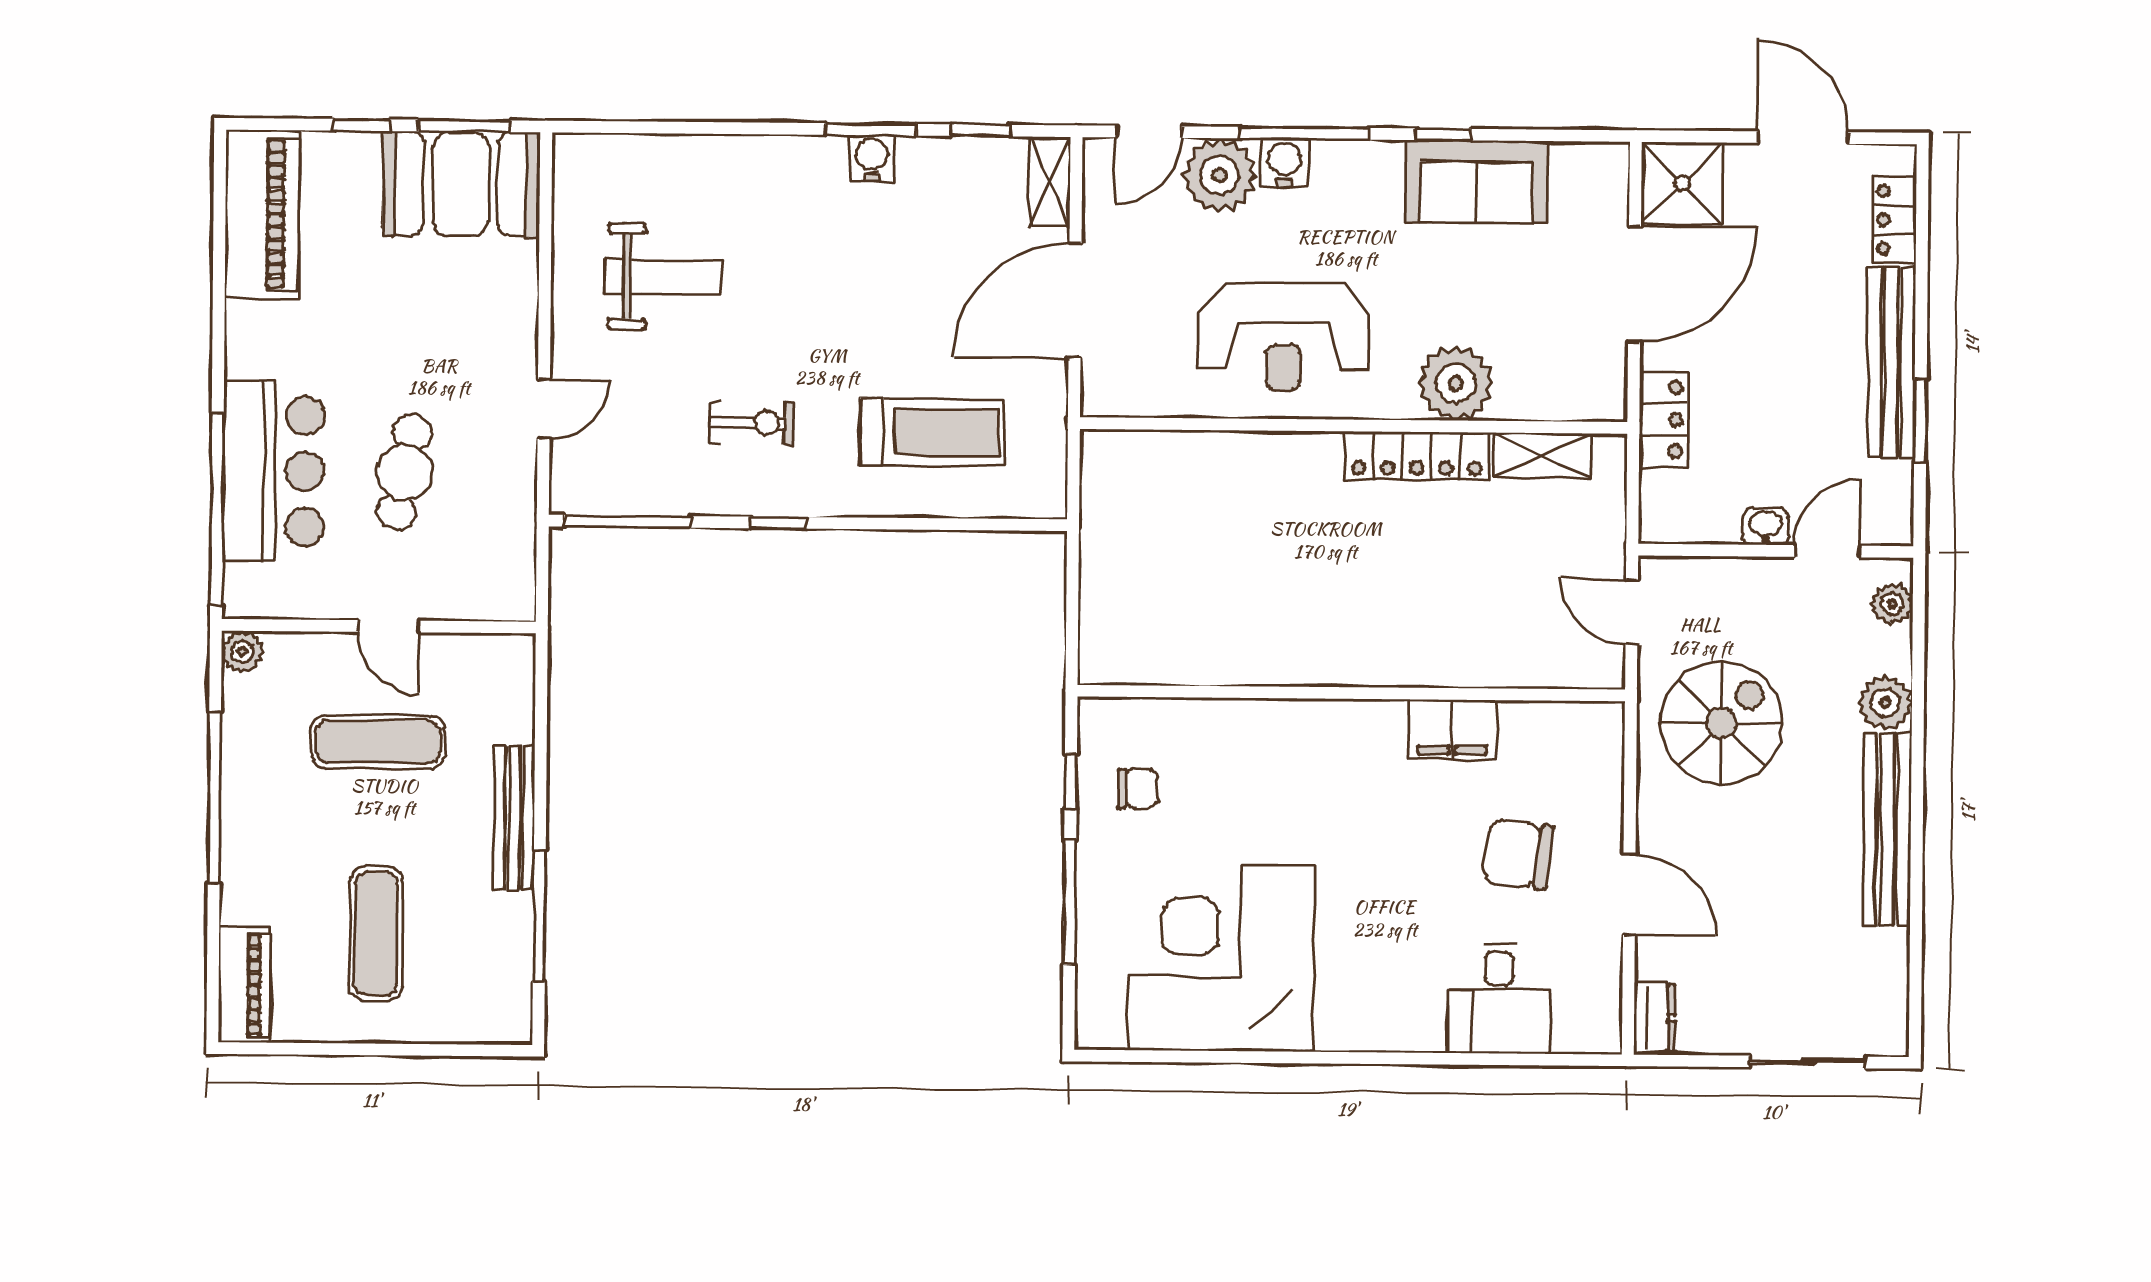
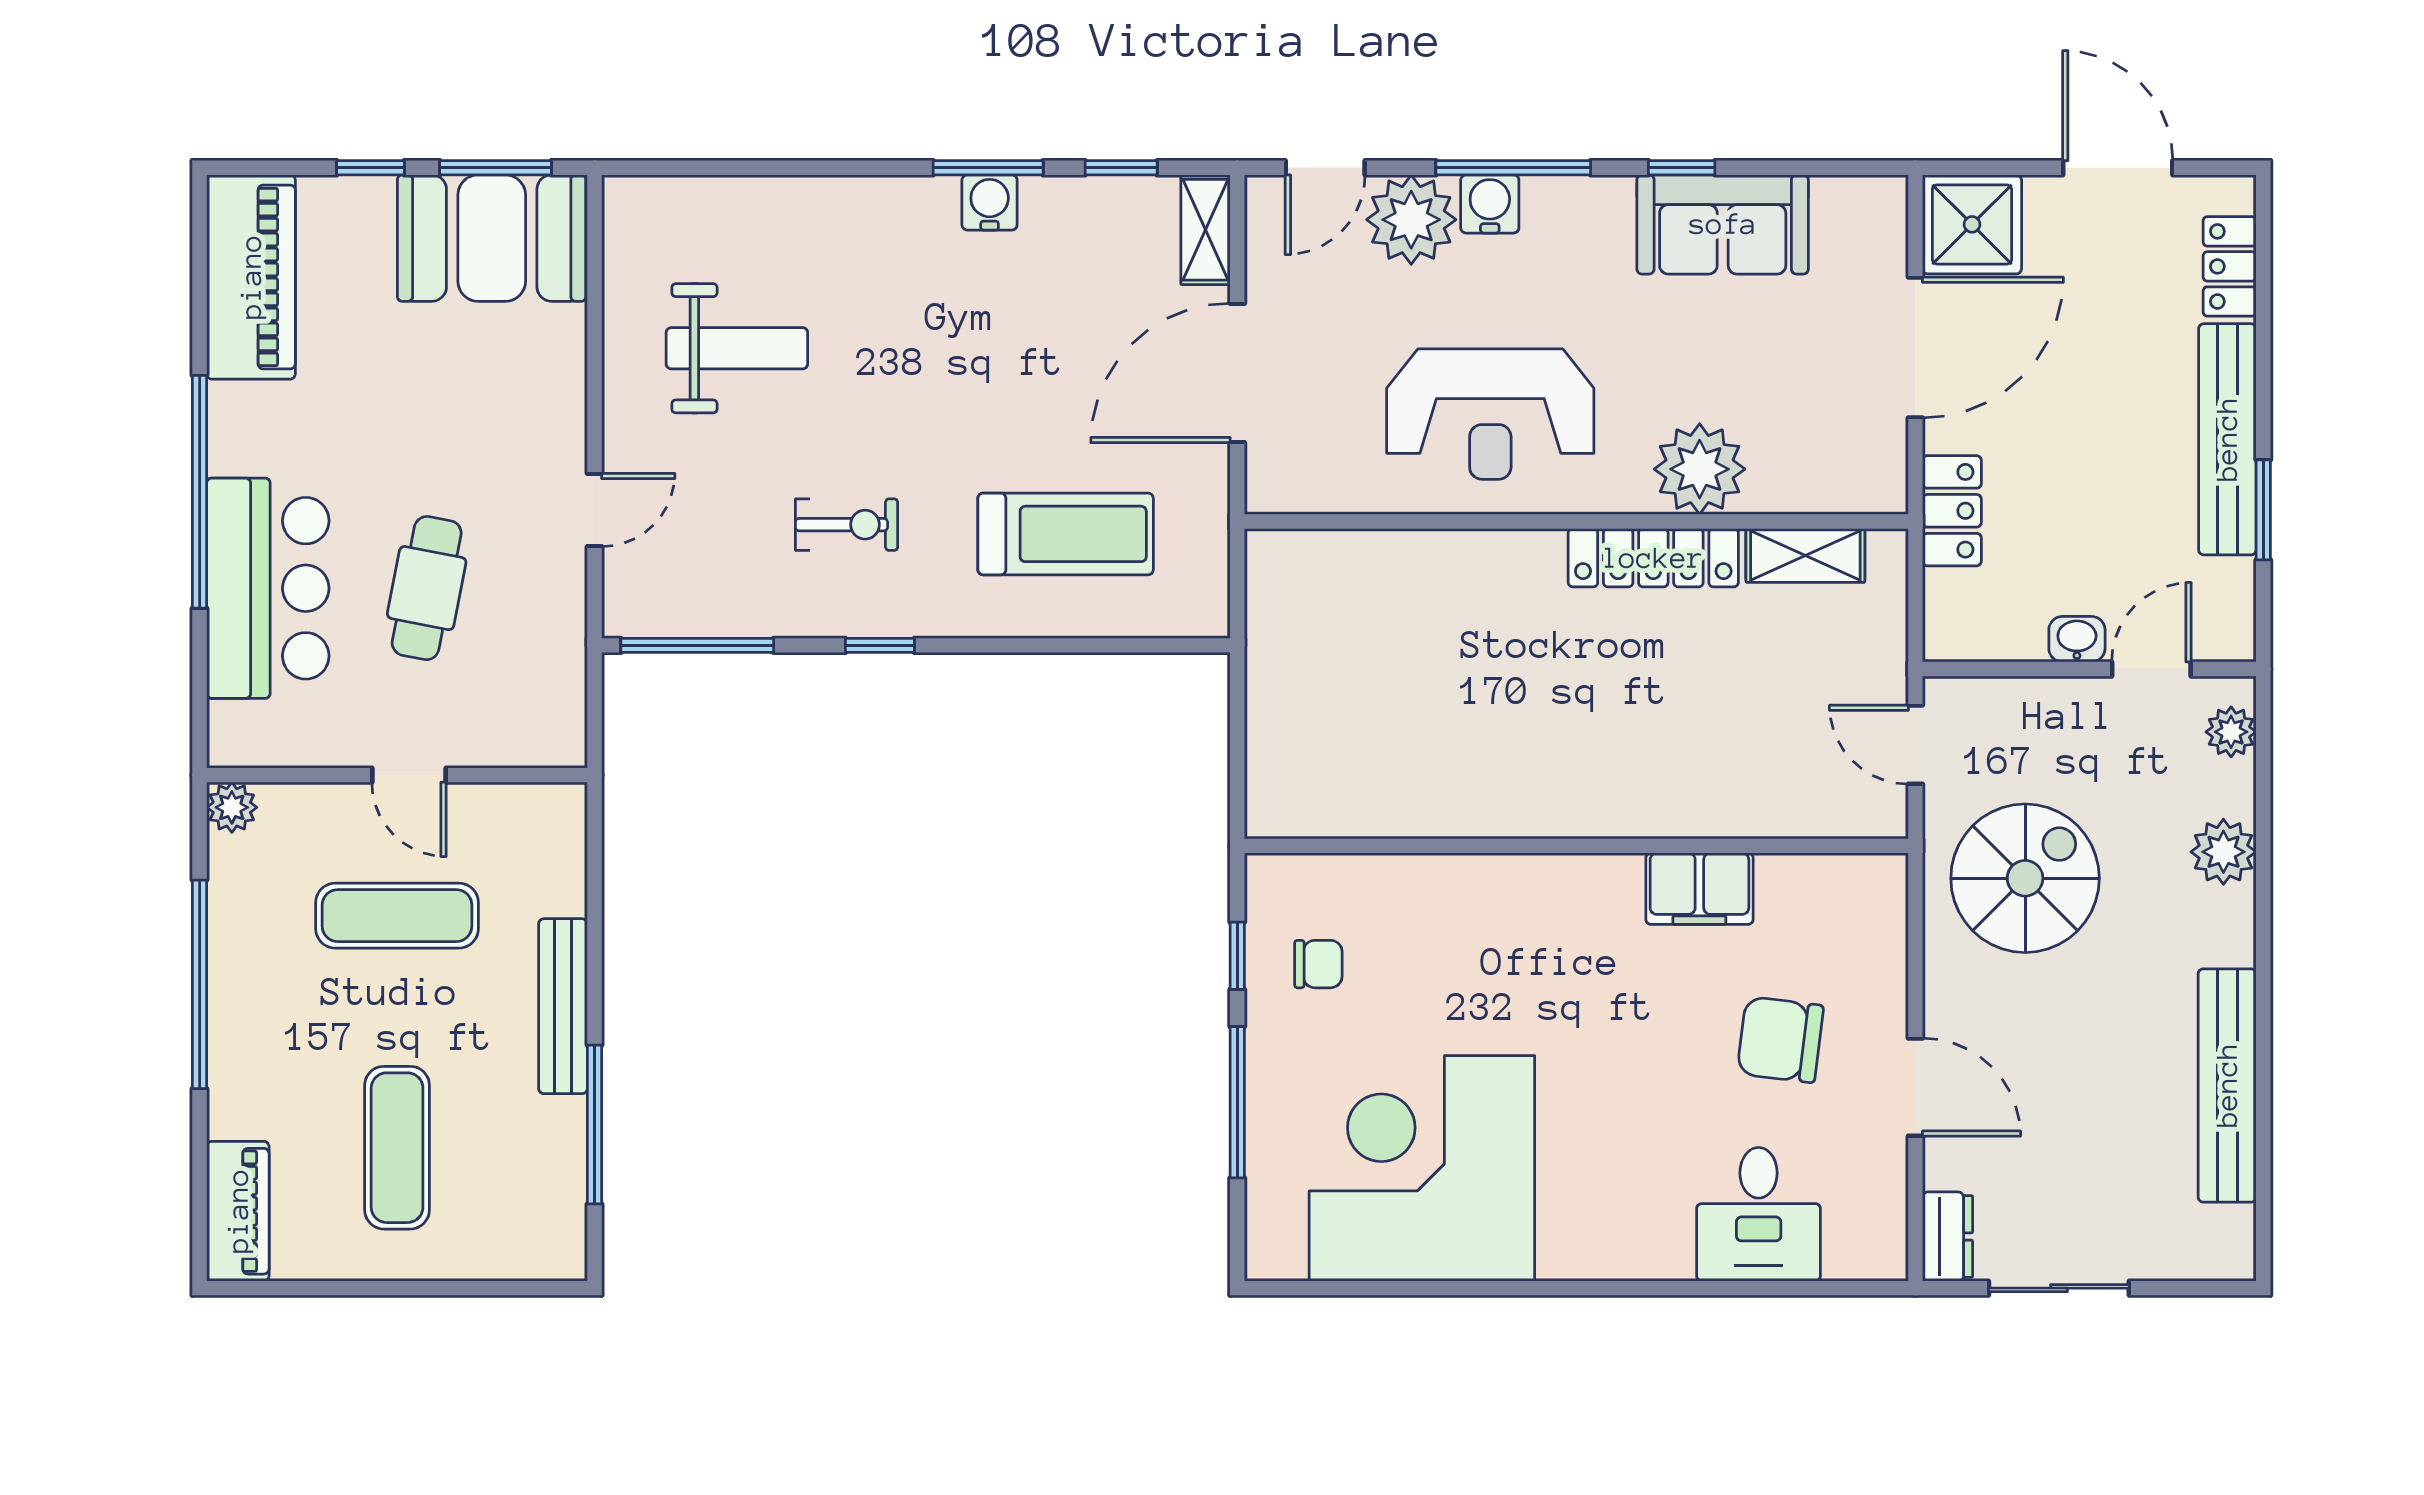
window: (217, 509) -> (200, 492), moved
bench: (1887, 830) -> (2227, 1085), moved
sliding door: (1808, 1062) -> (2059, 1288), moved

